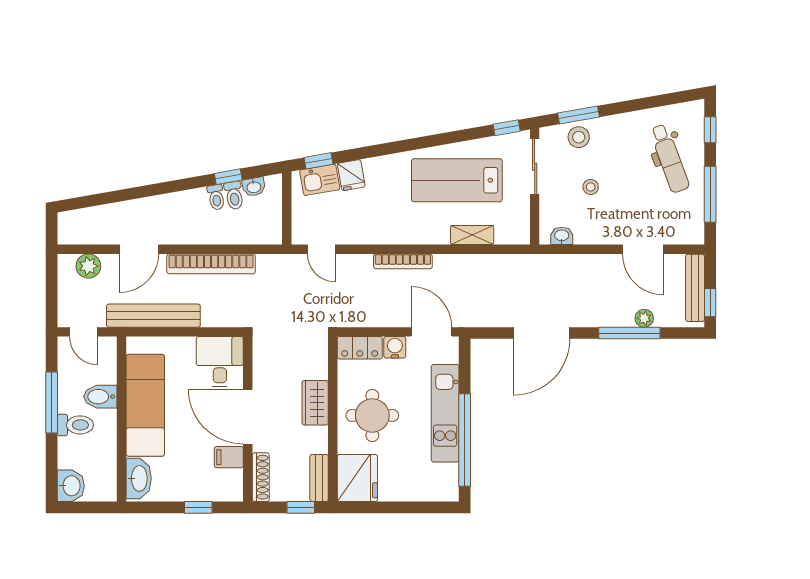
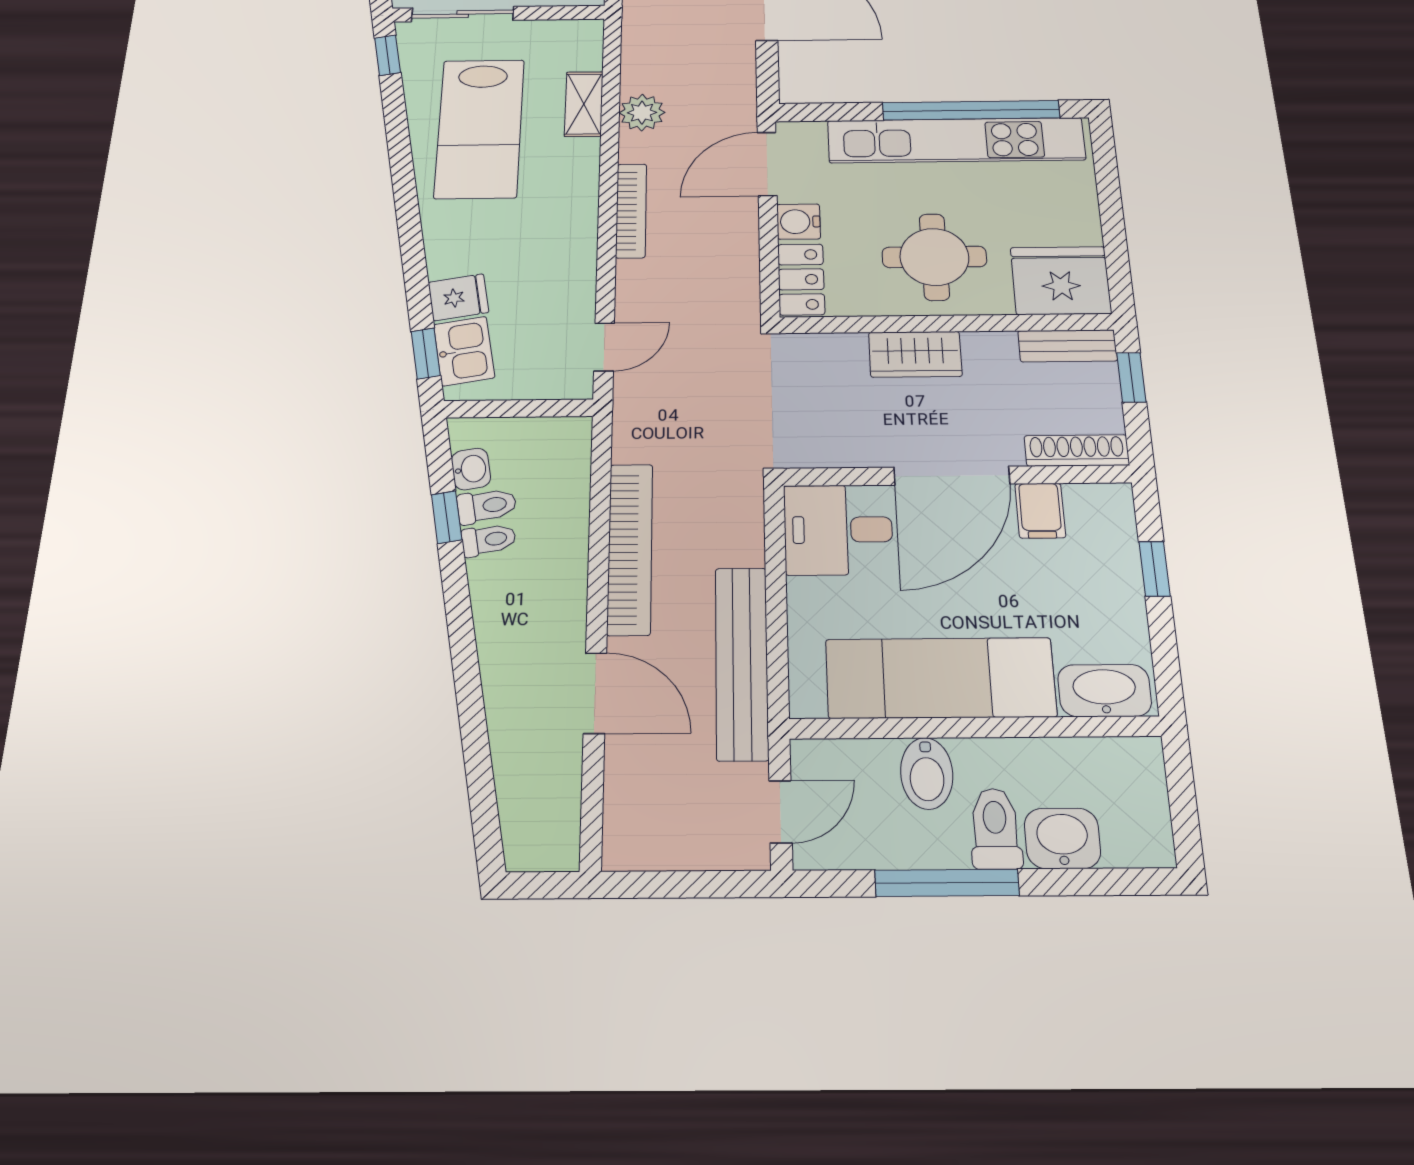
plant: (88, 266) -> (642, 113), moved
kitchen unit: (445, 413) -> (956, 140), width x1.36
washbasin: (71, 486) -> (1062, 838), moved

